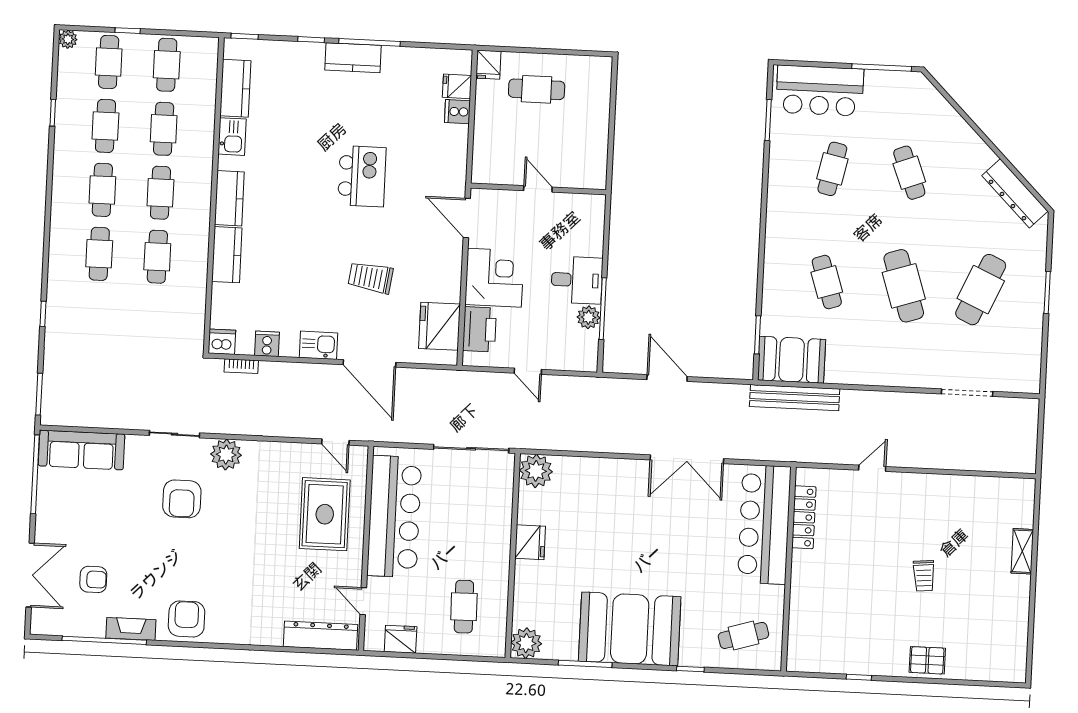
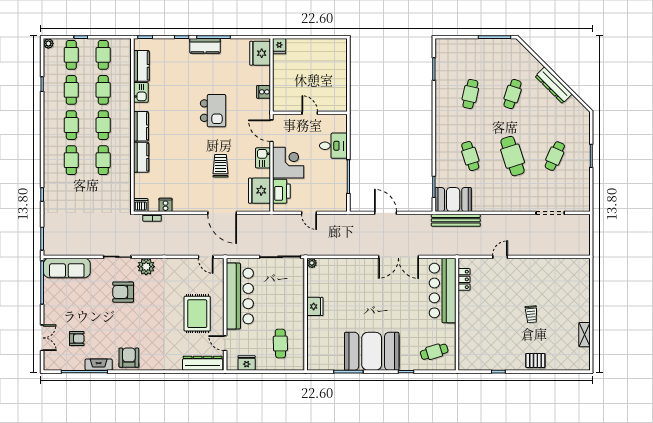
fridge: (457, 86) -> (260, 53), width x1.88, depth x1.34
cafe table: (537, 89) -> (306, 58), removed
bar counter: (820, 91) -> (461, 51), removed
cooker: (457, 112) -> (264, 92), moved
cafe table: (909, 173) -> (513, 94), turned 39
dresser: (1015, 193) -> (554, 85), moved
trolley: (371, 278) -> (220, 166), turned 82
desk: (577, 280) -> (333, 146), moved
cafe table: (981, 290) -> (555, 156), width x0.73, depth x0.74
plant: (588, 317) -> (341, 182), removed
kitchen sink: (319, 345) -> (263, 158), moved, turned -90
plant: (536, 471) -> (312, 263), width x0.53, depth x0.53
armchair: (182, 499) -> (123, 292), turned 90
rug: (325, 514) -> (197, 314), moved
locker: (804, 517) -> (464, 279), width x0.66
shelving: (1022, 551) -> (585, 335), moved
double door: (30, 575) -> (42, 338), width x0.73
plant: (526, 643) -> (315, 362), removed

